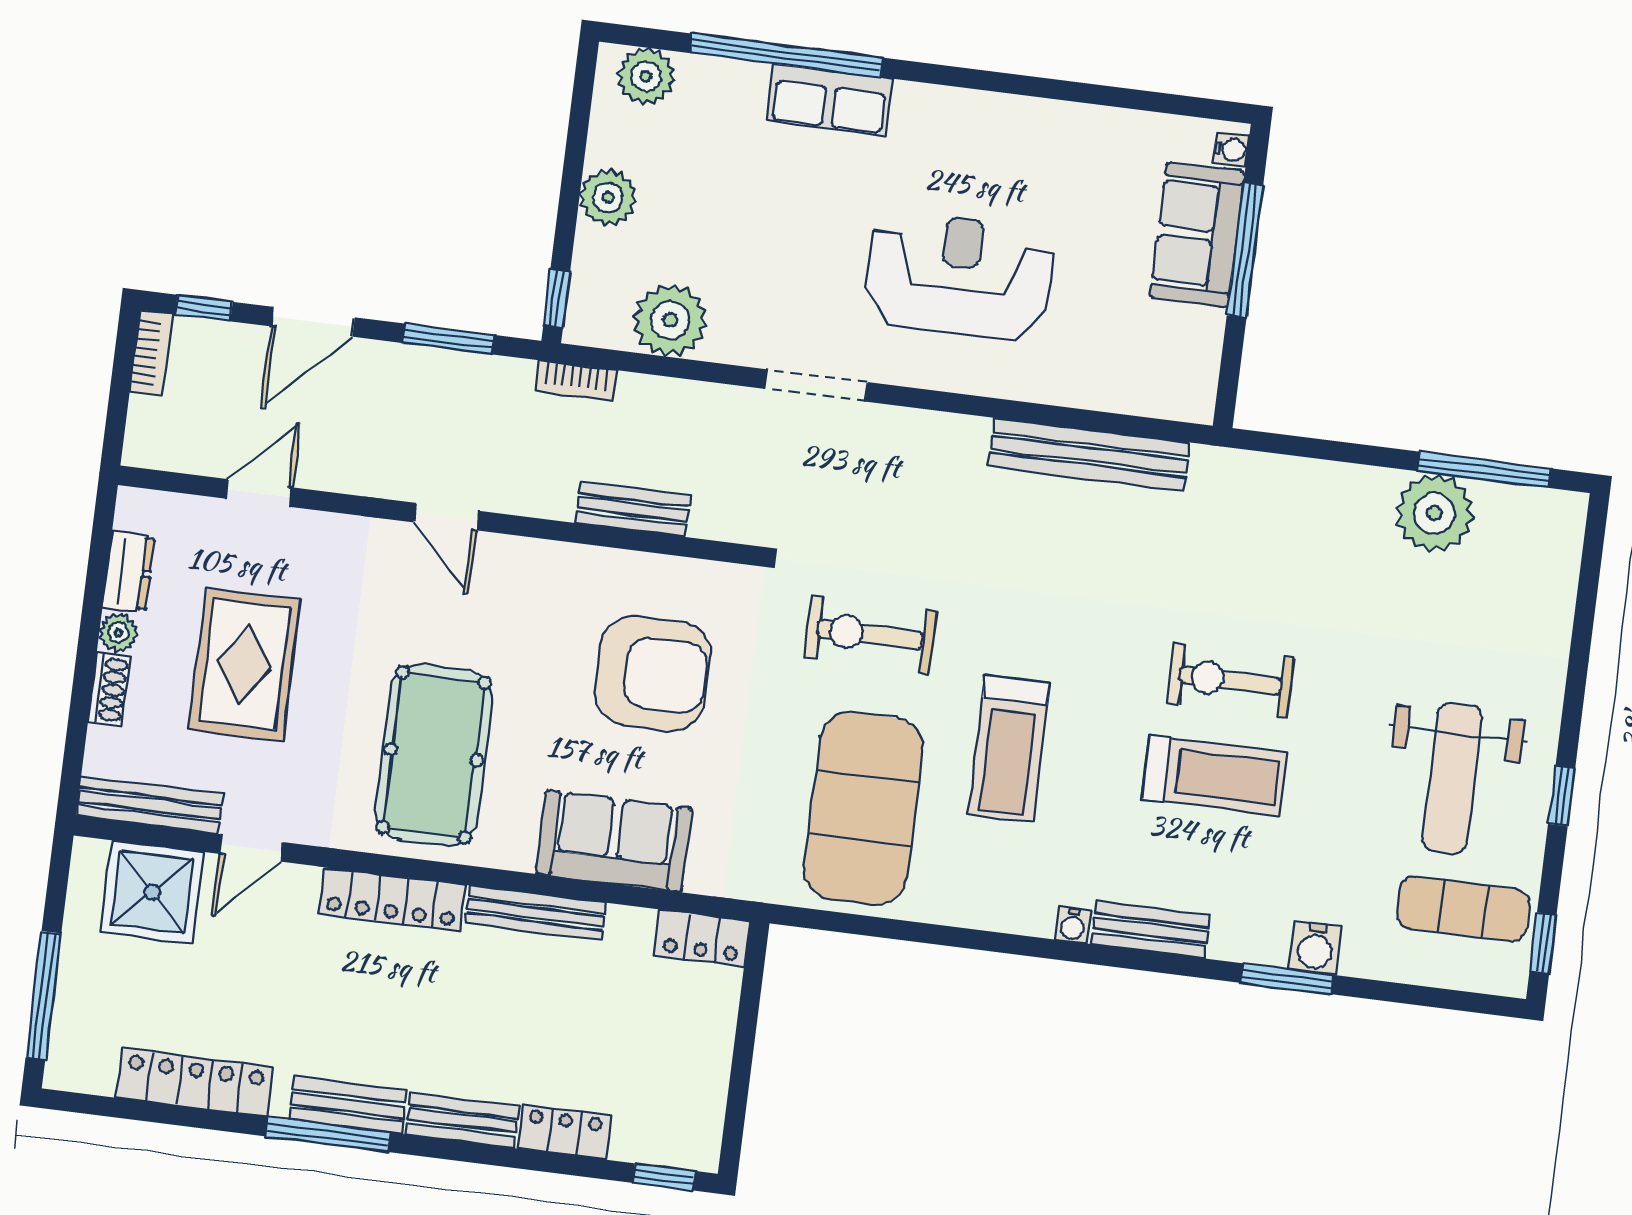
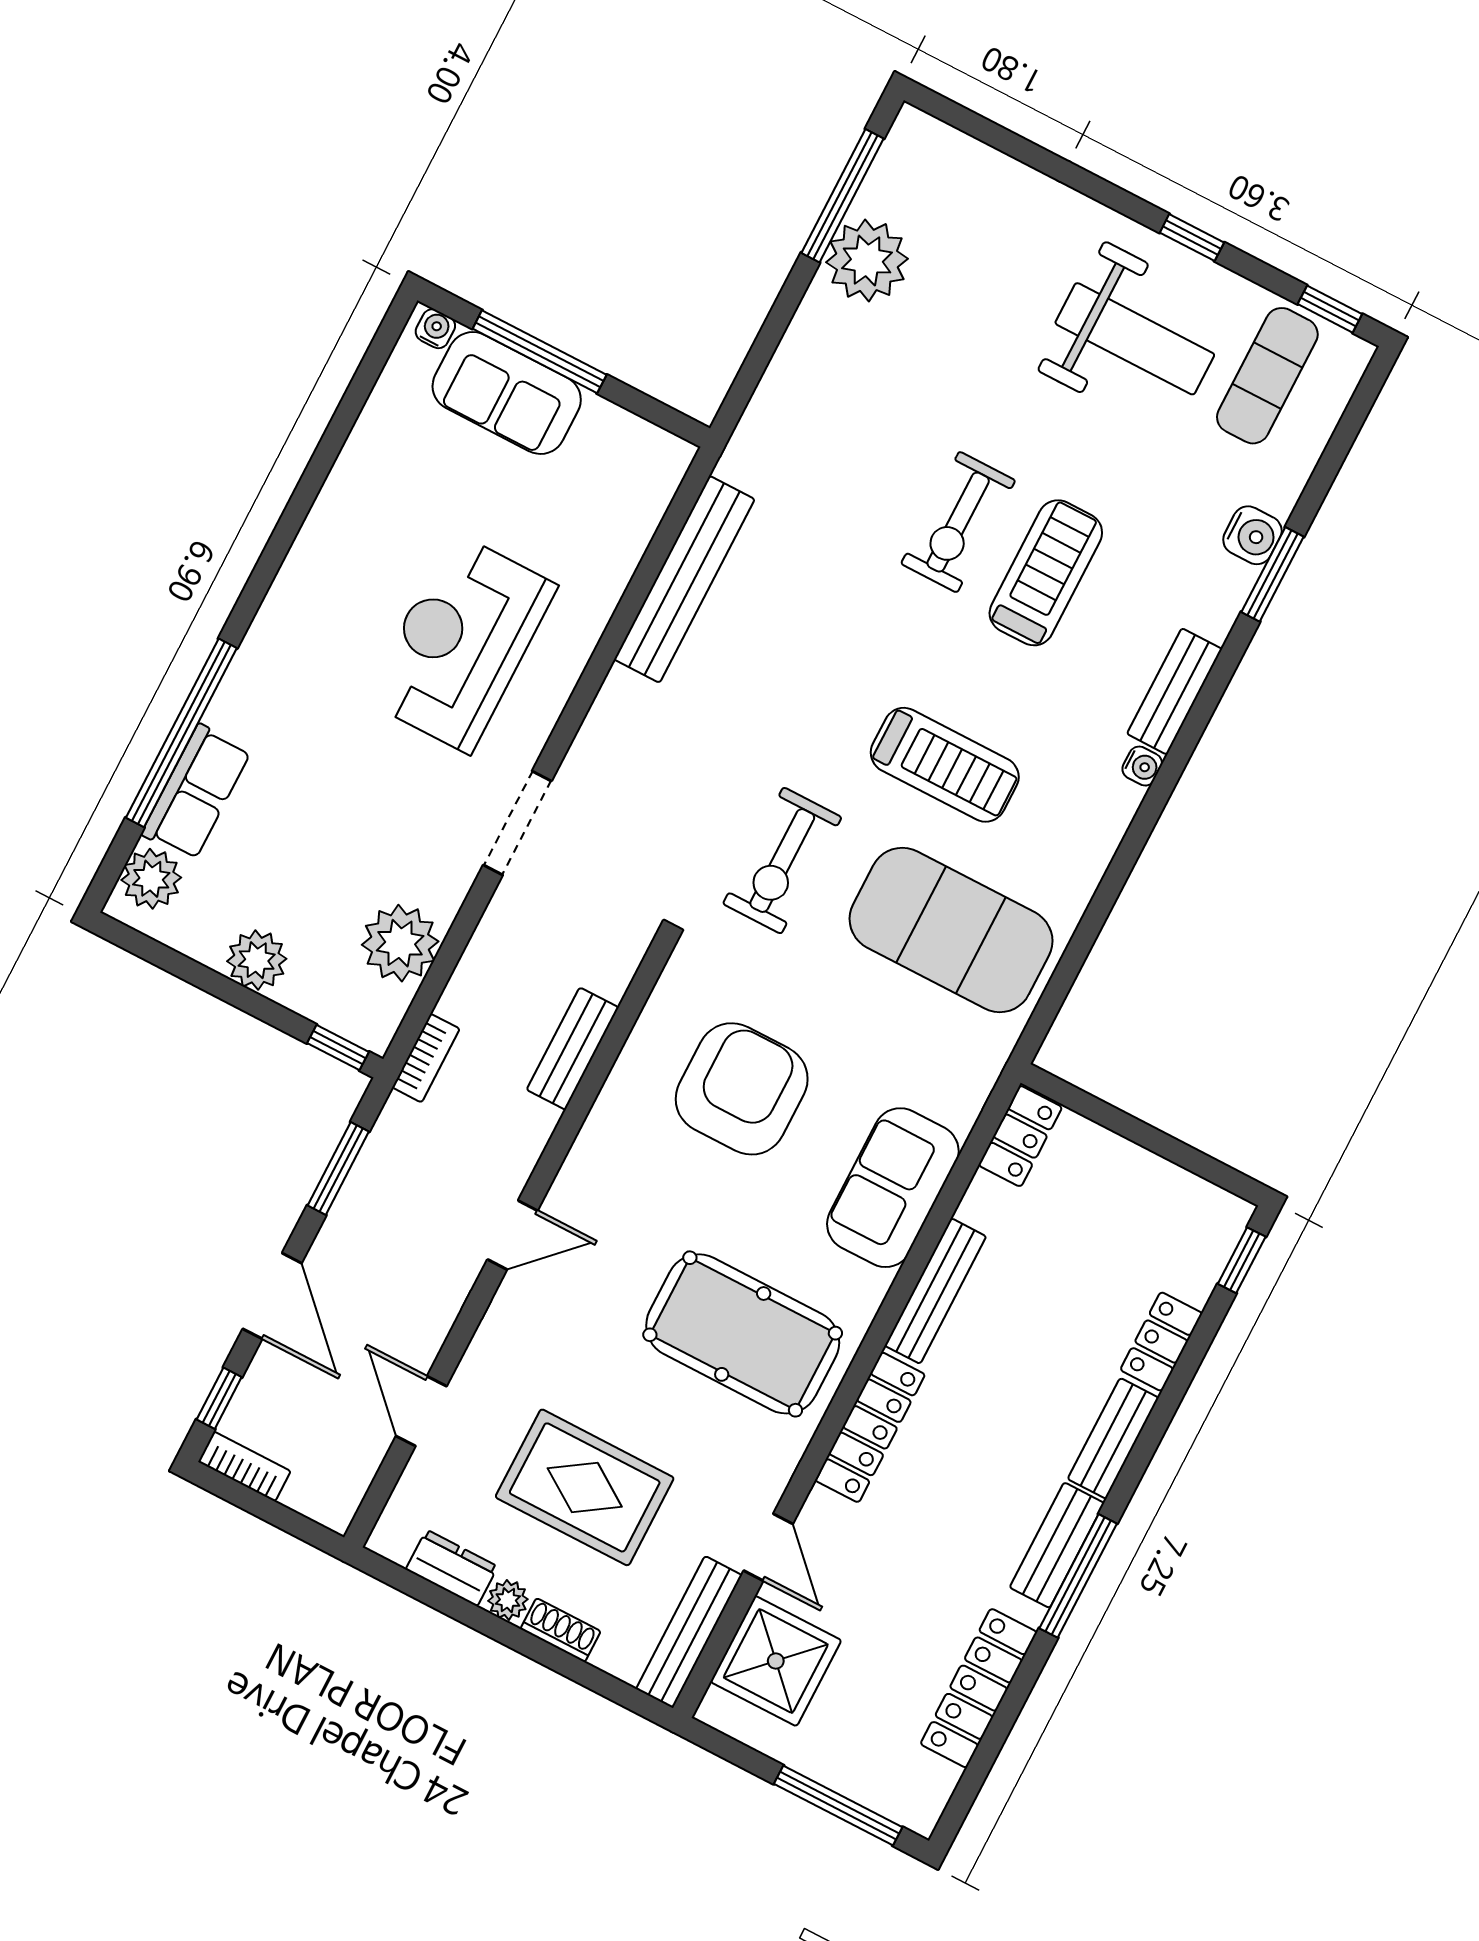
row of seats: (830, 100) -> (196, 792), moved

